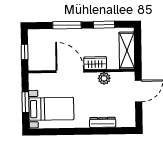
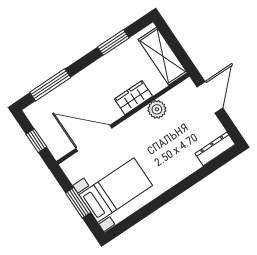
window: (67, 25) -> (50, 85), moved
door: (70, 71) -> (94, 138), moved
dresser: (103, 122) -> (215, 149), moved

